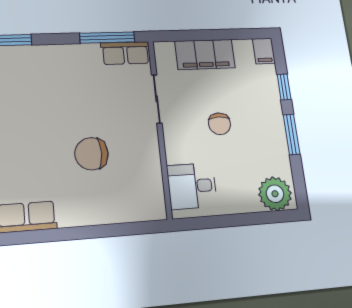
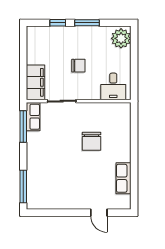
filing cabinet: (264, 51) -> (35, 32), removed
filing cabinet: (205, 54) -> (35, 82), moved

